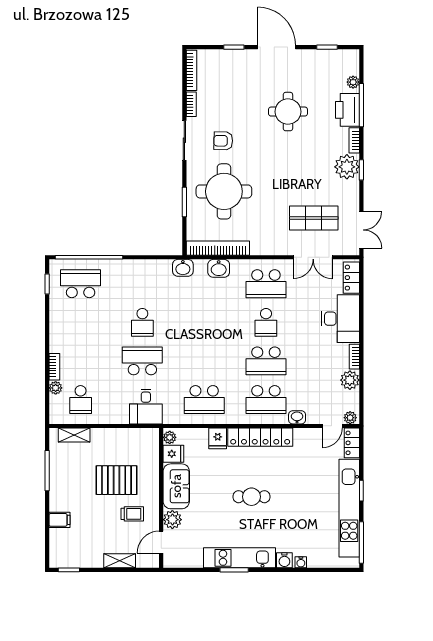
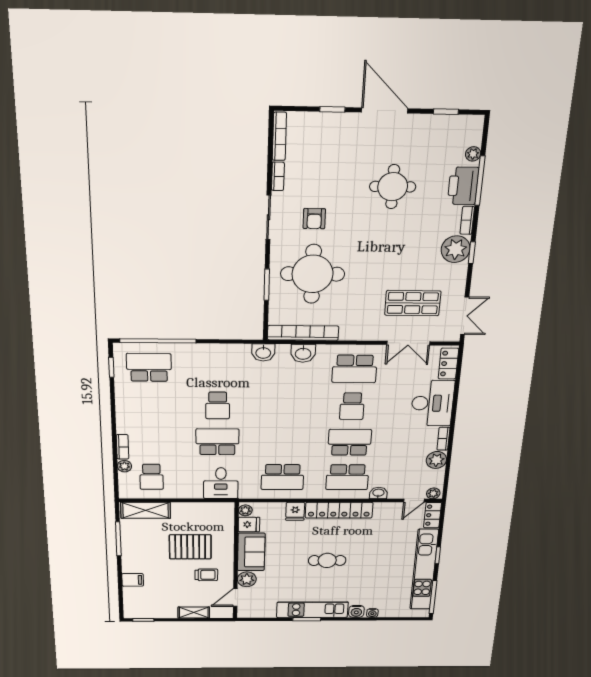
armchair: (223, 141) -> (314, 219), turned -91
school desk: (266, 361) -> (350, 442), turned 180
shelving: (74, 435) -> (146, 510), width x1.50, depth x1.33

